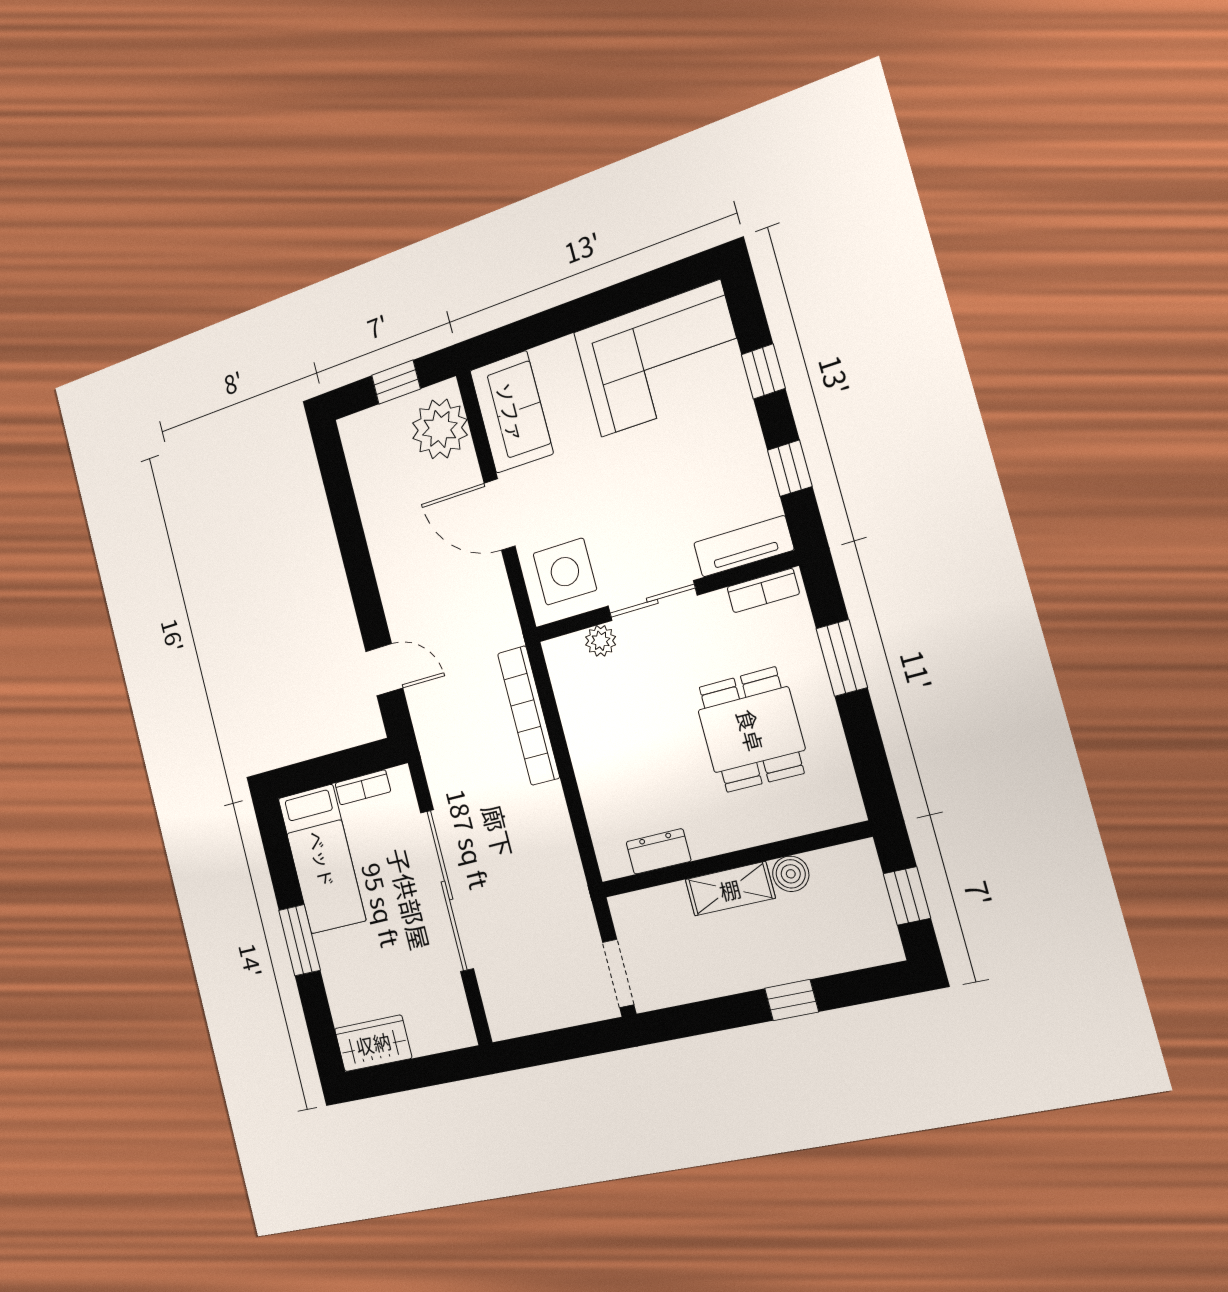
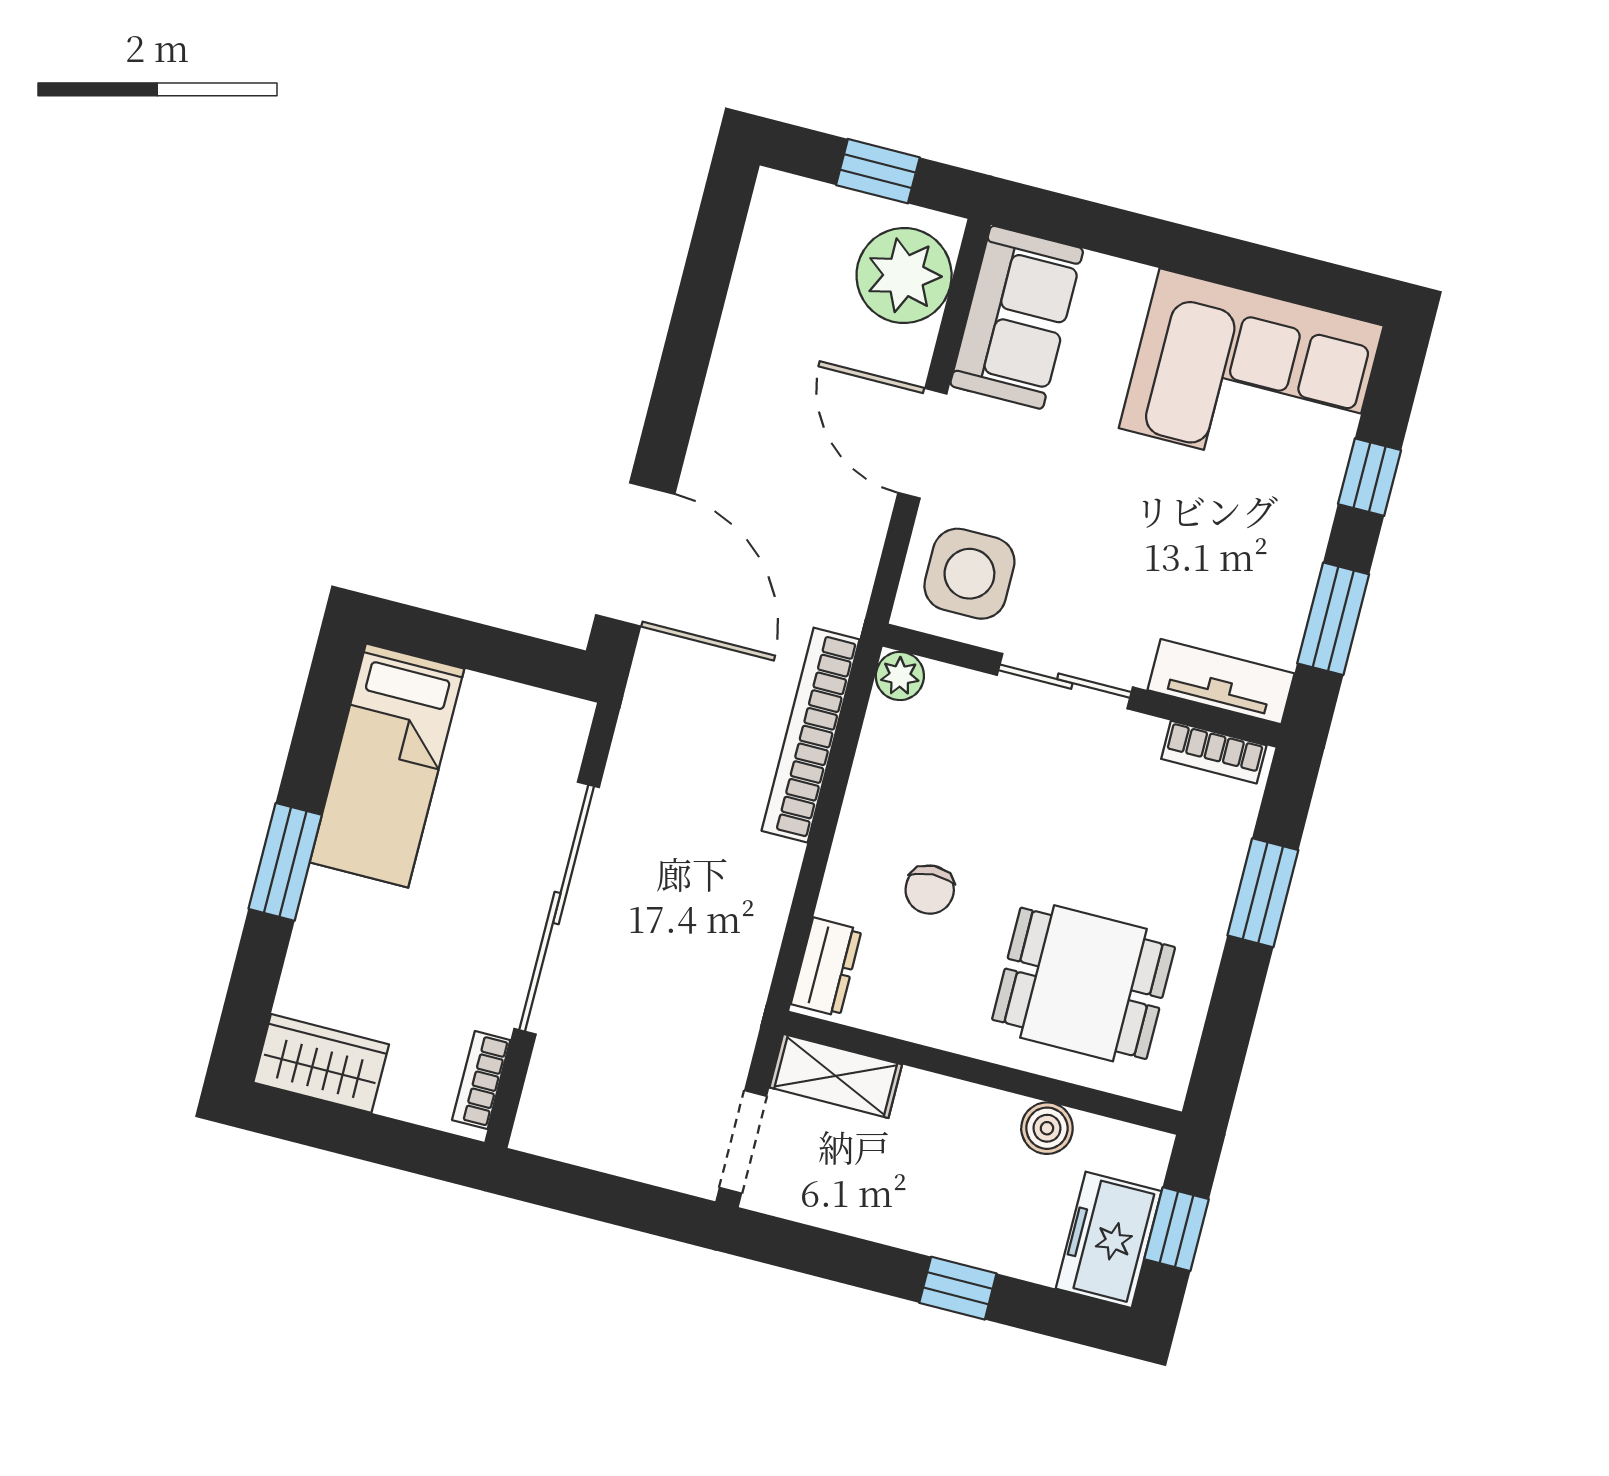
window: (790, 468) -> (1333, 619), width x1.50
plant: (601, 641) -> (900, 676), moved
door: (384, 670) -> (635, 554), width x1.87
dining table: (751, 730) -> (1084, 983), moved, turned 90
chair: (643, 767) -> (930, 890), added
bookcase: (363, 787) -> (481, 1080), moved, turned 90
dresser: (658, 851) -> (826, 967), moved, turned 90
shelving: (730, 889) -> (836, 1076), moved
freezer: (868, 924) -> (1109, 1240), added

